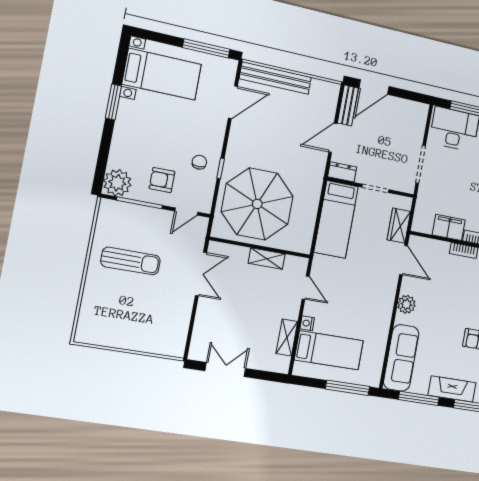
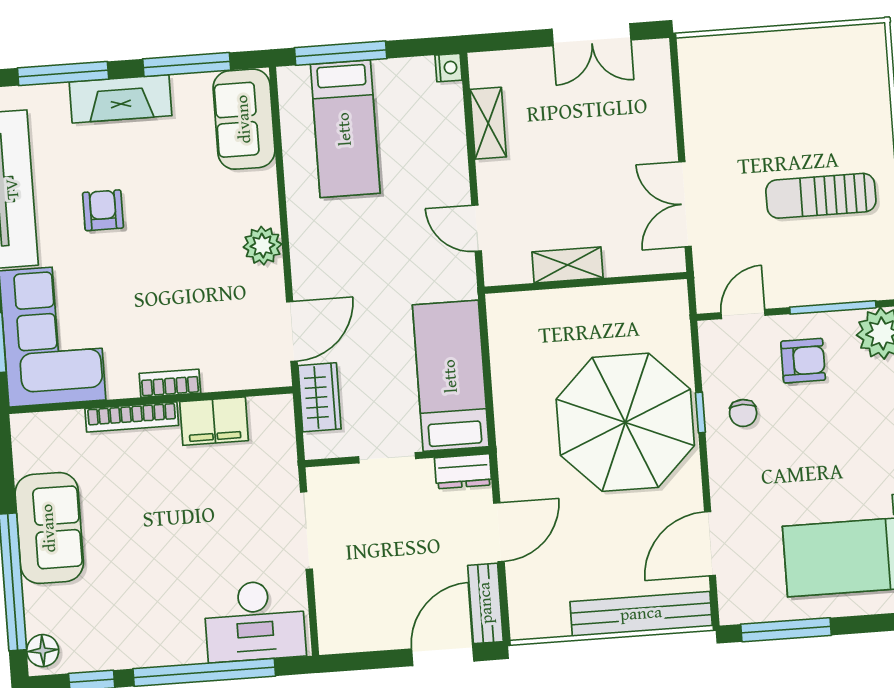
parasol: (257, 204) -> (625, 422), moved
door: (404, 260) -> (292, 332), swing flipped
nightstand: (307, 323) -> (449, 68), moved
bed: (329, 350) -> (345, 129), moved, turned -90
sofa: (401, 358) -> (244, 119), width x0.73

